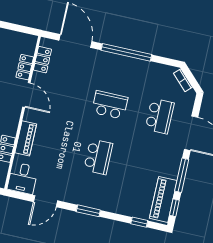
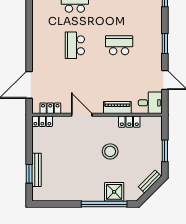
window: (126, 52) -> (29, 41), removed
locker: (25, 67) -> (42, 121), moved
door: (26, 95) -> (82, 115), hinge flipped

